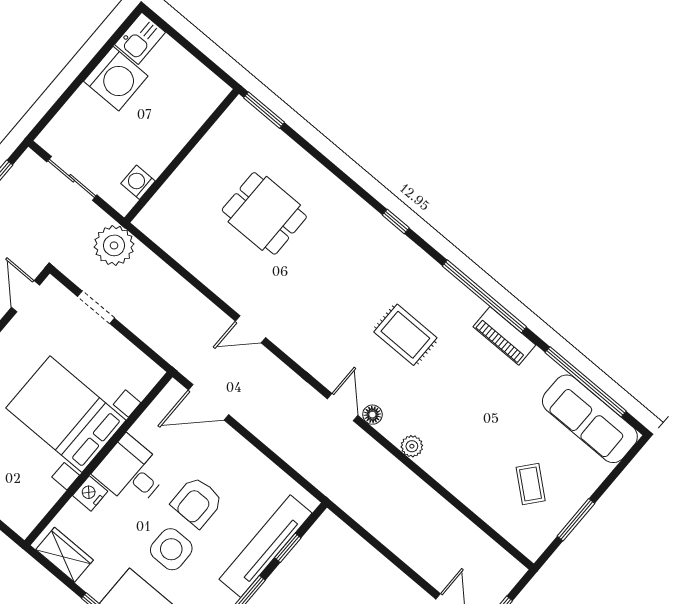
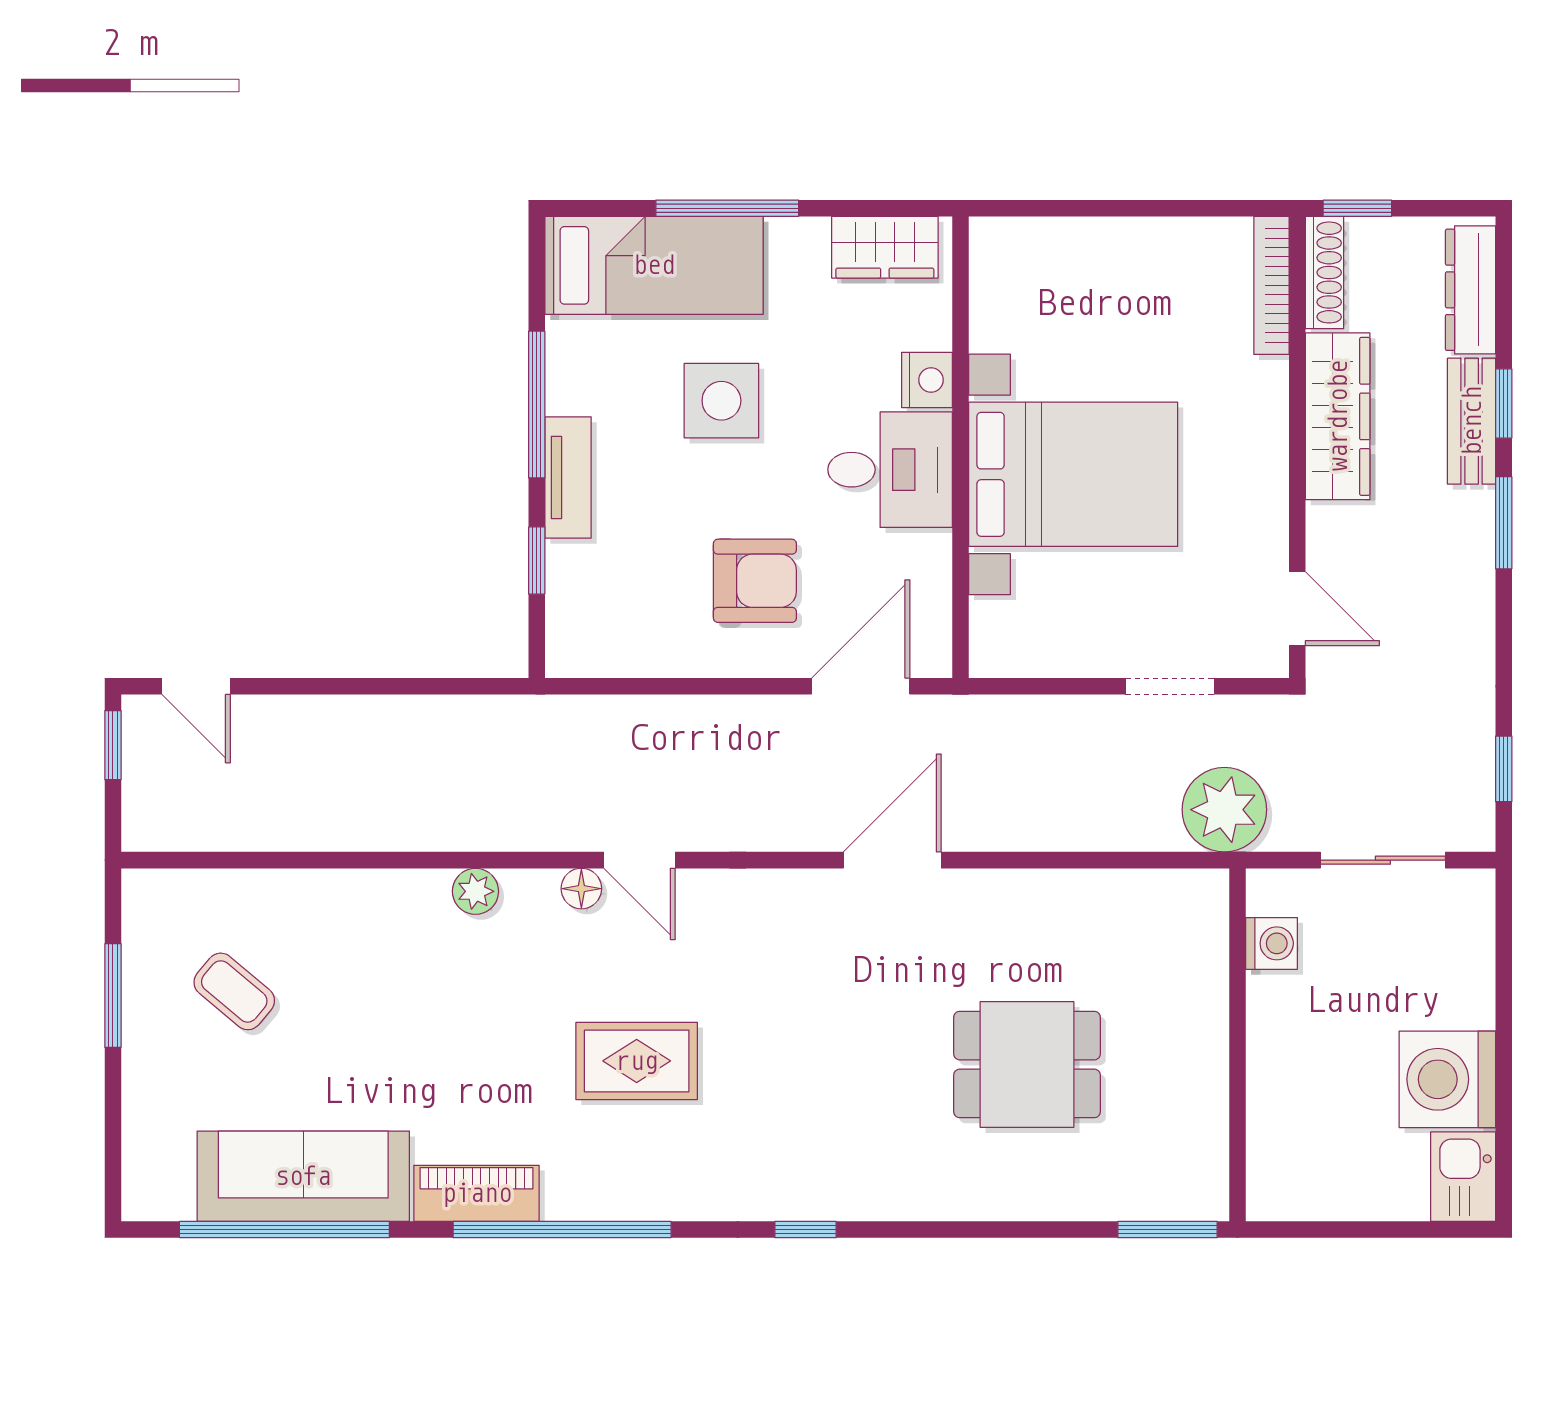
door: (250, 329) -> (892, 860), width x1.38
sofa: (590, 419) -> (303, 1176), moved
armchair: (197, 502) -> (755, 581), moved, turned 90
tv unit: (266, 546) -> (568, 477), width x0.52, depth x0.78

